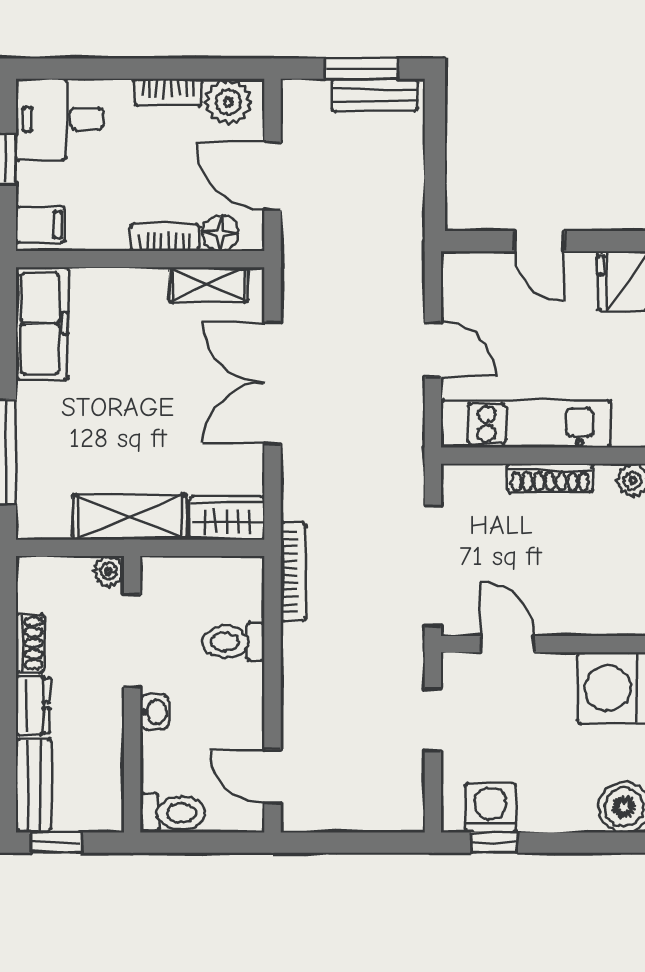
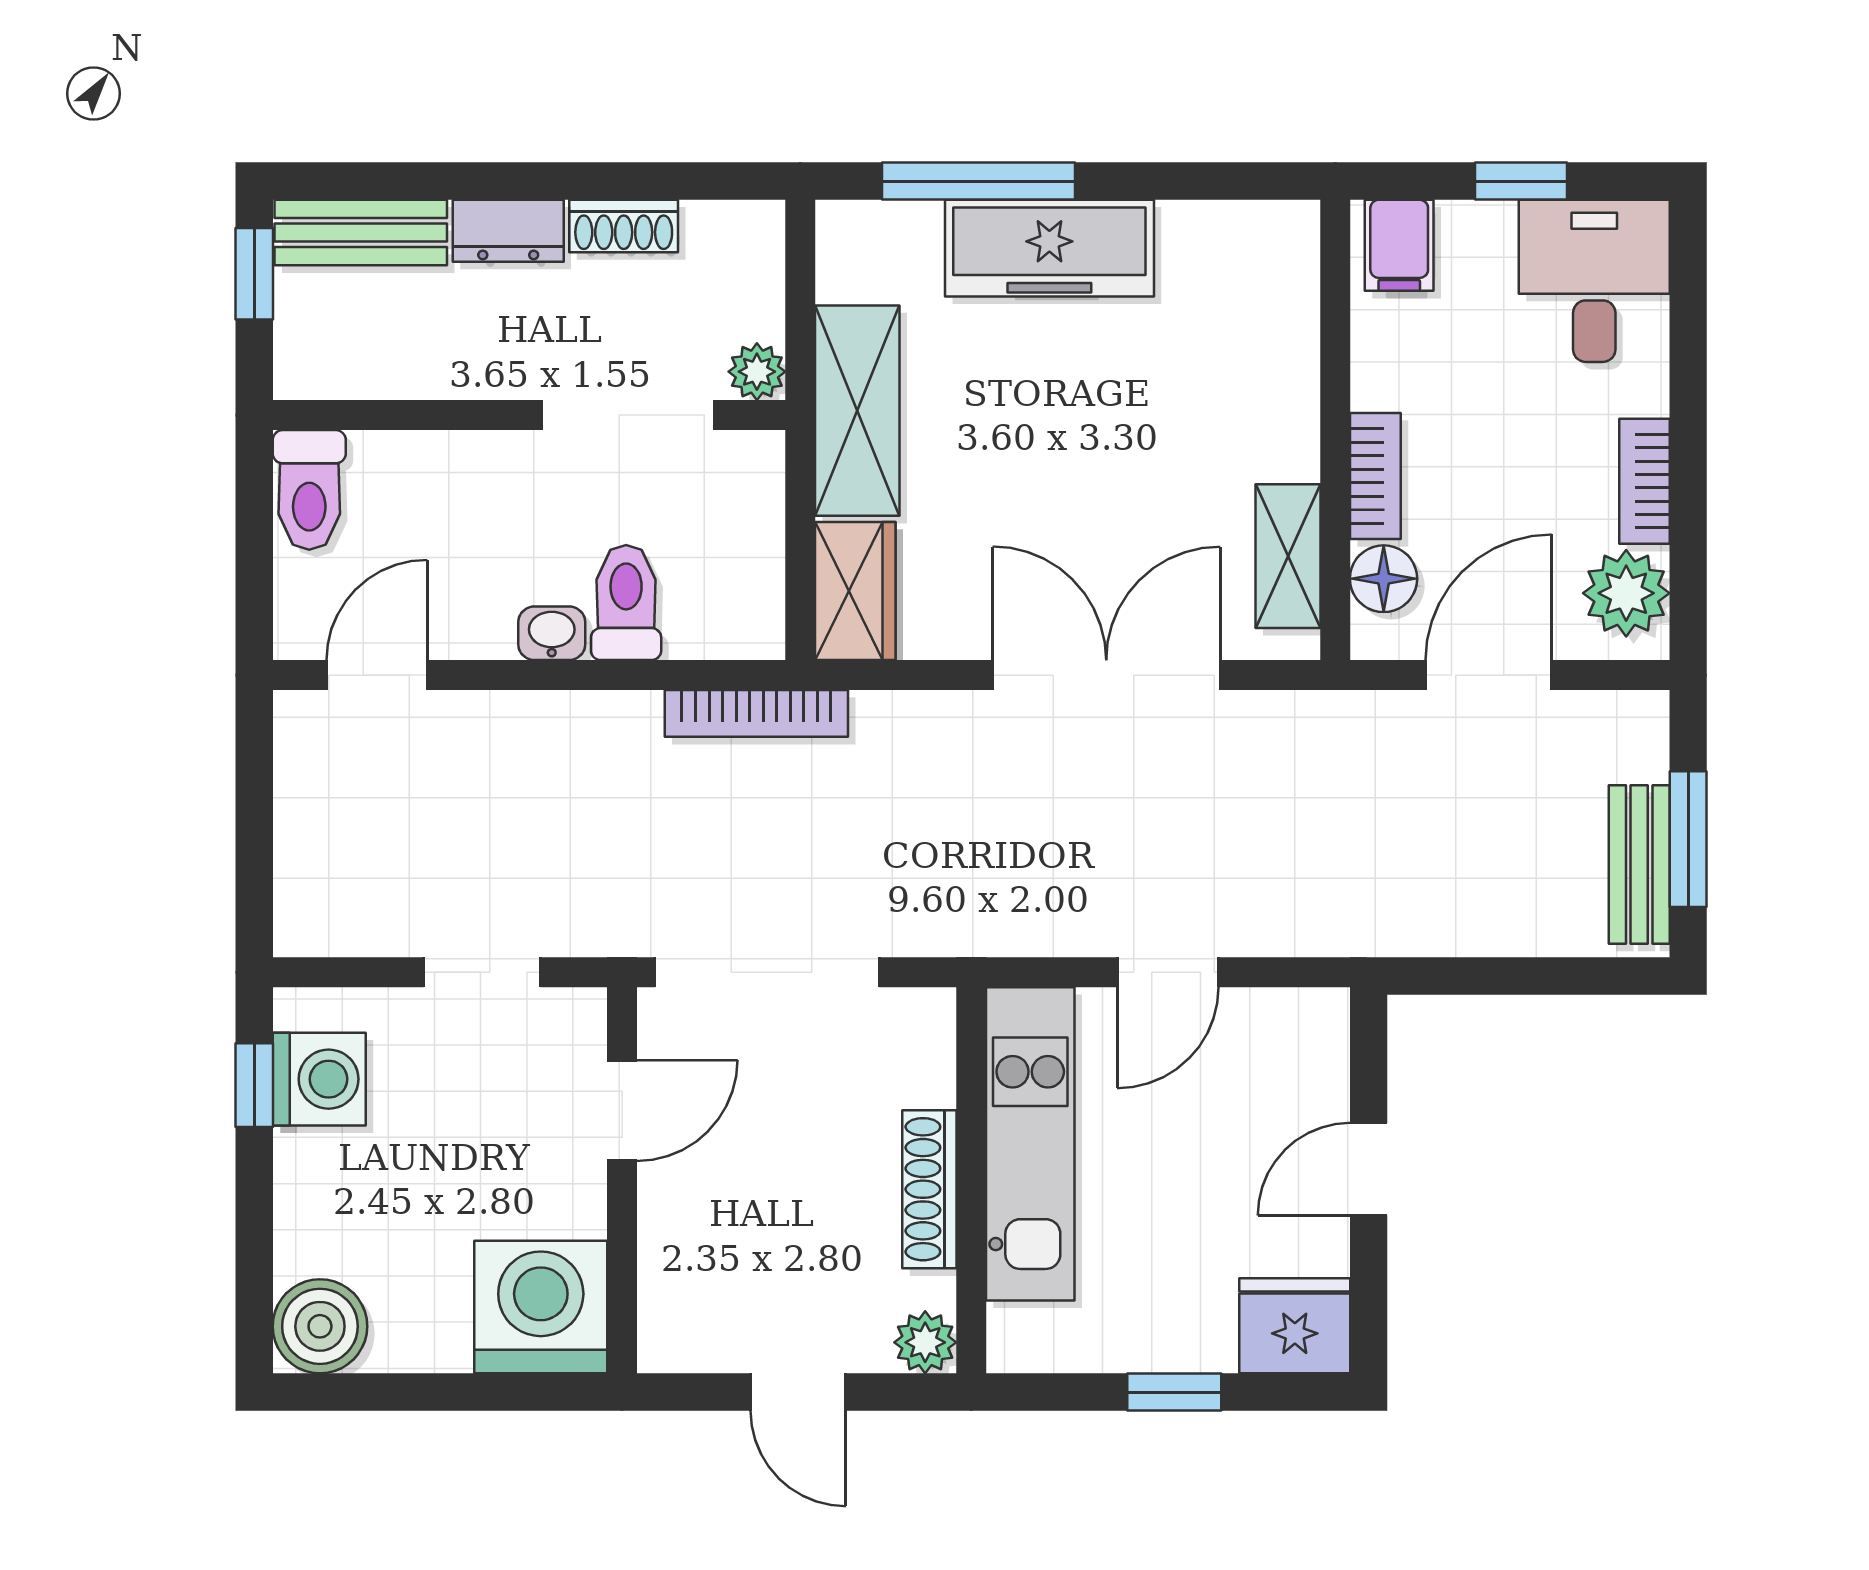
freezer: (42, 323) -> (1049, 248), moved
washbasin: (155, 712) -> (552, 633), moved, turned 180

